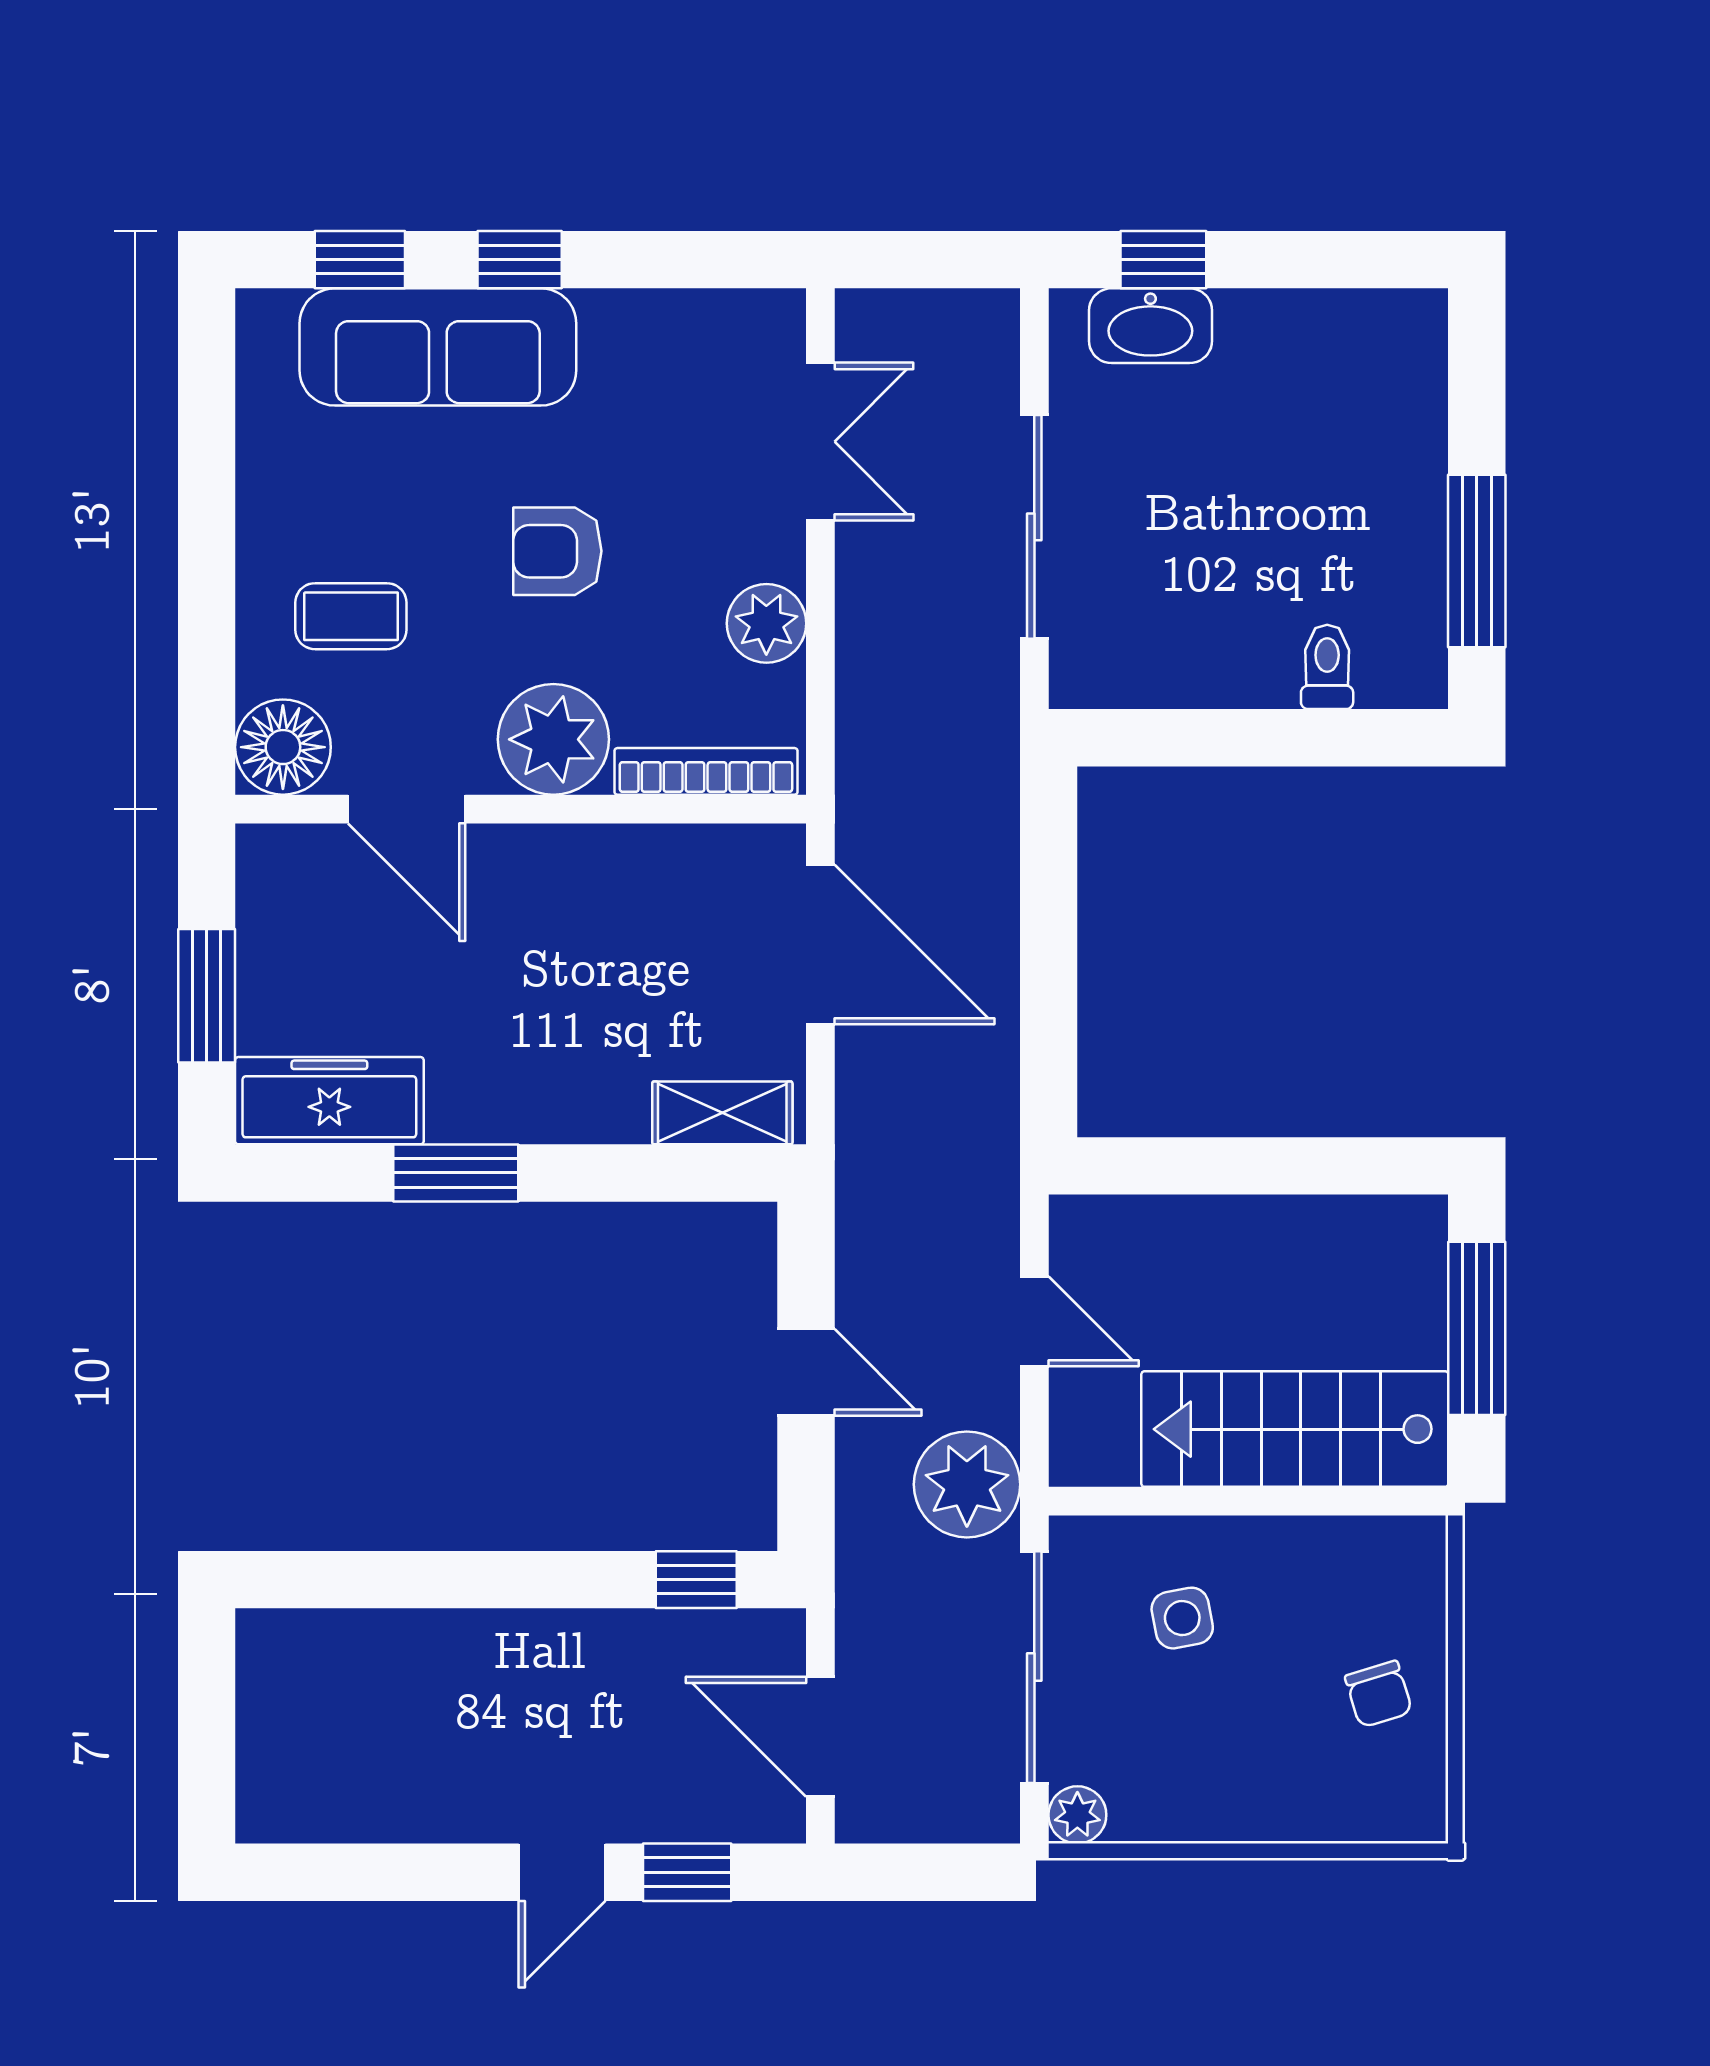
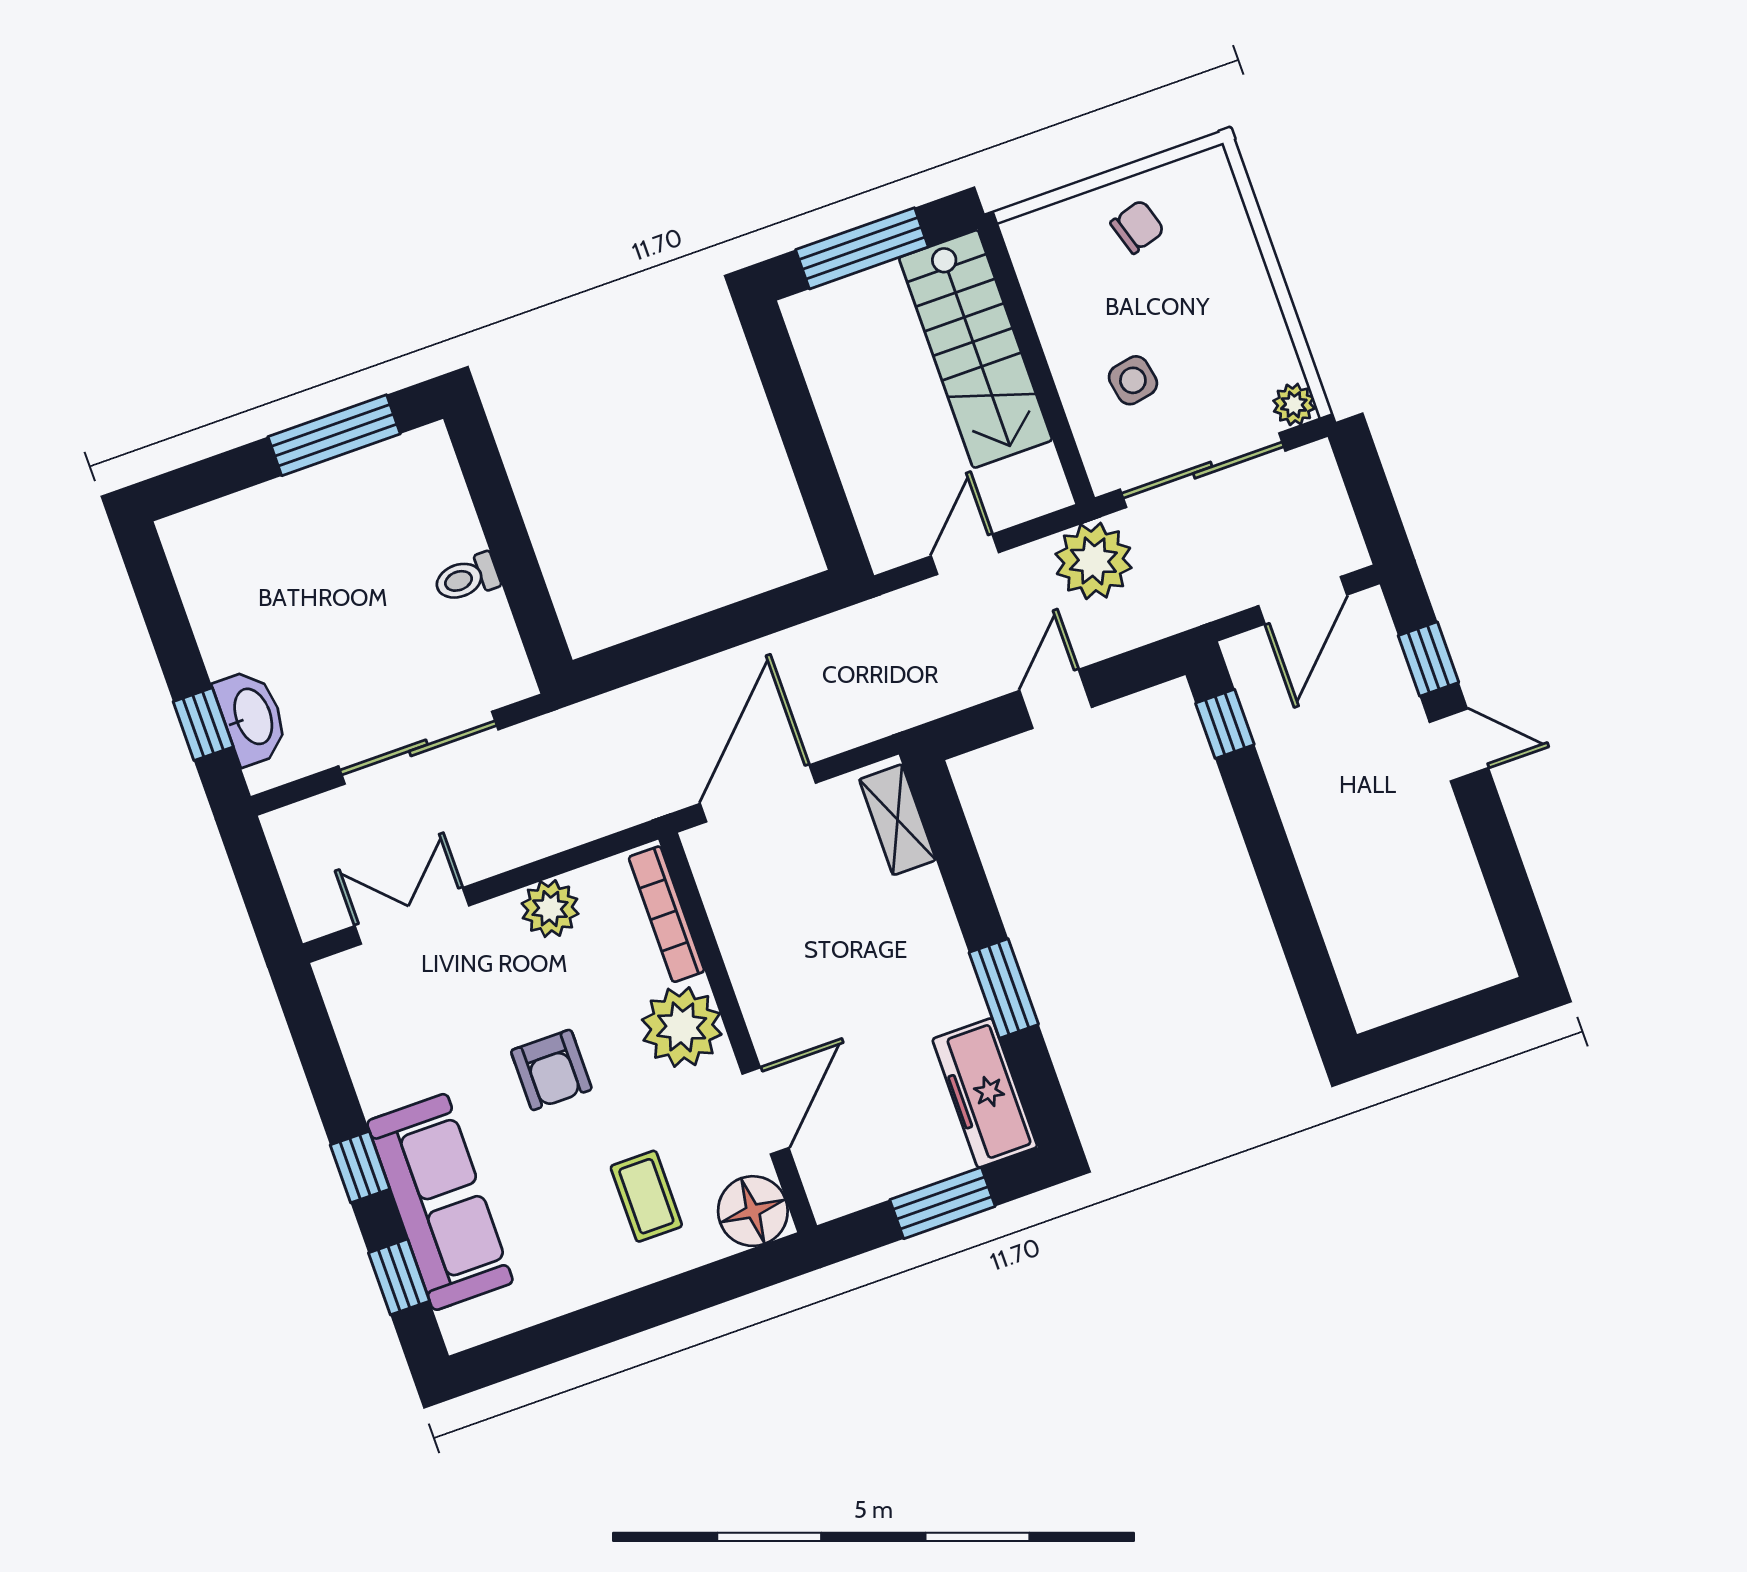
toilet: (1327, 667) -> (467, 578), moved

